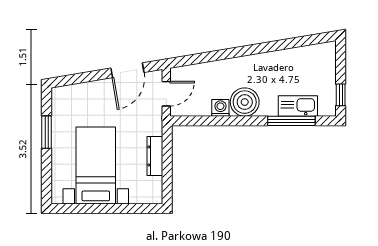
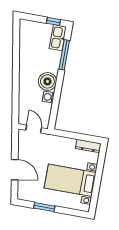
door: (127, 70) -> (15, 170), moved
kitchen sink: (298, 106) -> (58, 38), moved
dresser: (155, 156) -> (88, 146), moved

